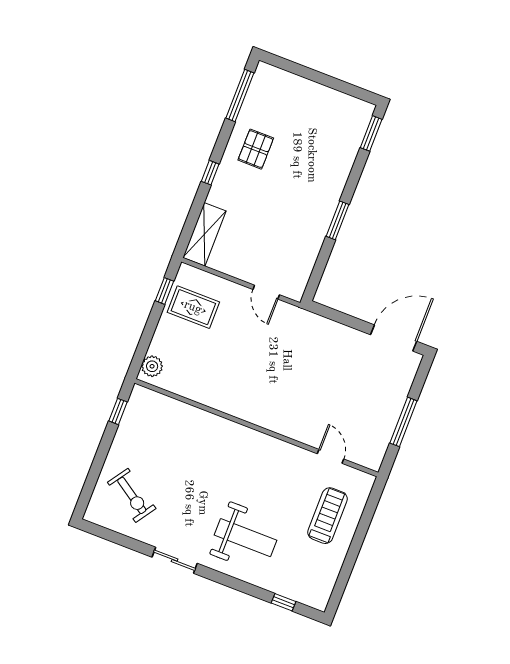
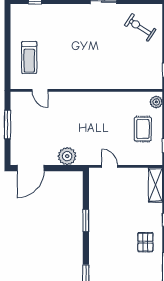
rug: (193, 307) -> (143, 129), moved, turned 90
plant: (328, 335) -> (67, 156), added
weight bench: (246, 538) -> (69, 28), removed

